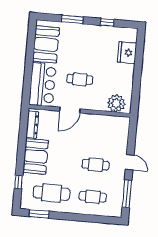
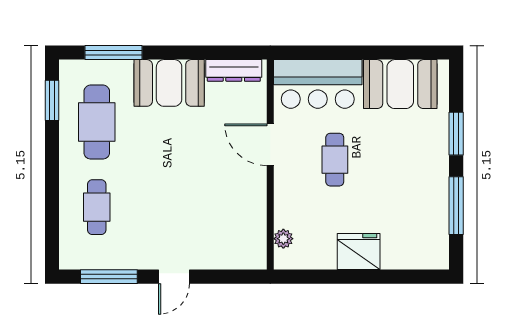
window: (107, 22) -> (456, 206), width x2.17
fridge: (127, 53) -> (359, 252), moved
plant: (116, 103) -> (283, 239), width x0.53, depth x0.53
cafe table: (96, 165) -> (163, 207), removed
window: (19, 182) -> (113, 53), width x2.17

